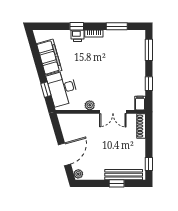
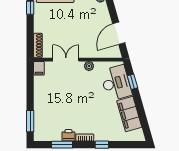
printer: (78, 36) -> (68, 135), moved
window: (149, 84) -> (30, 88), removed
door: (64, 154) -> (119, 33), moved

